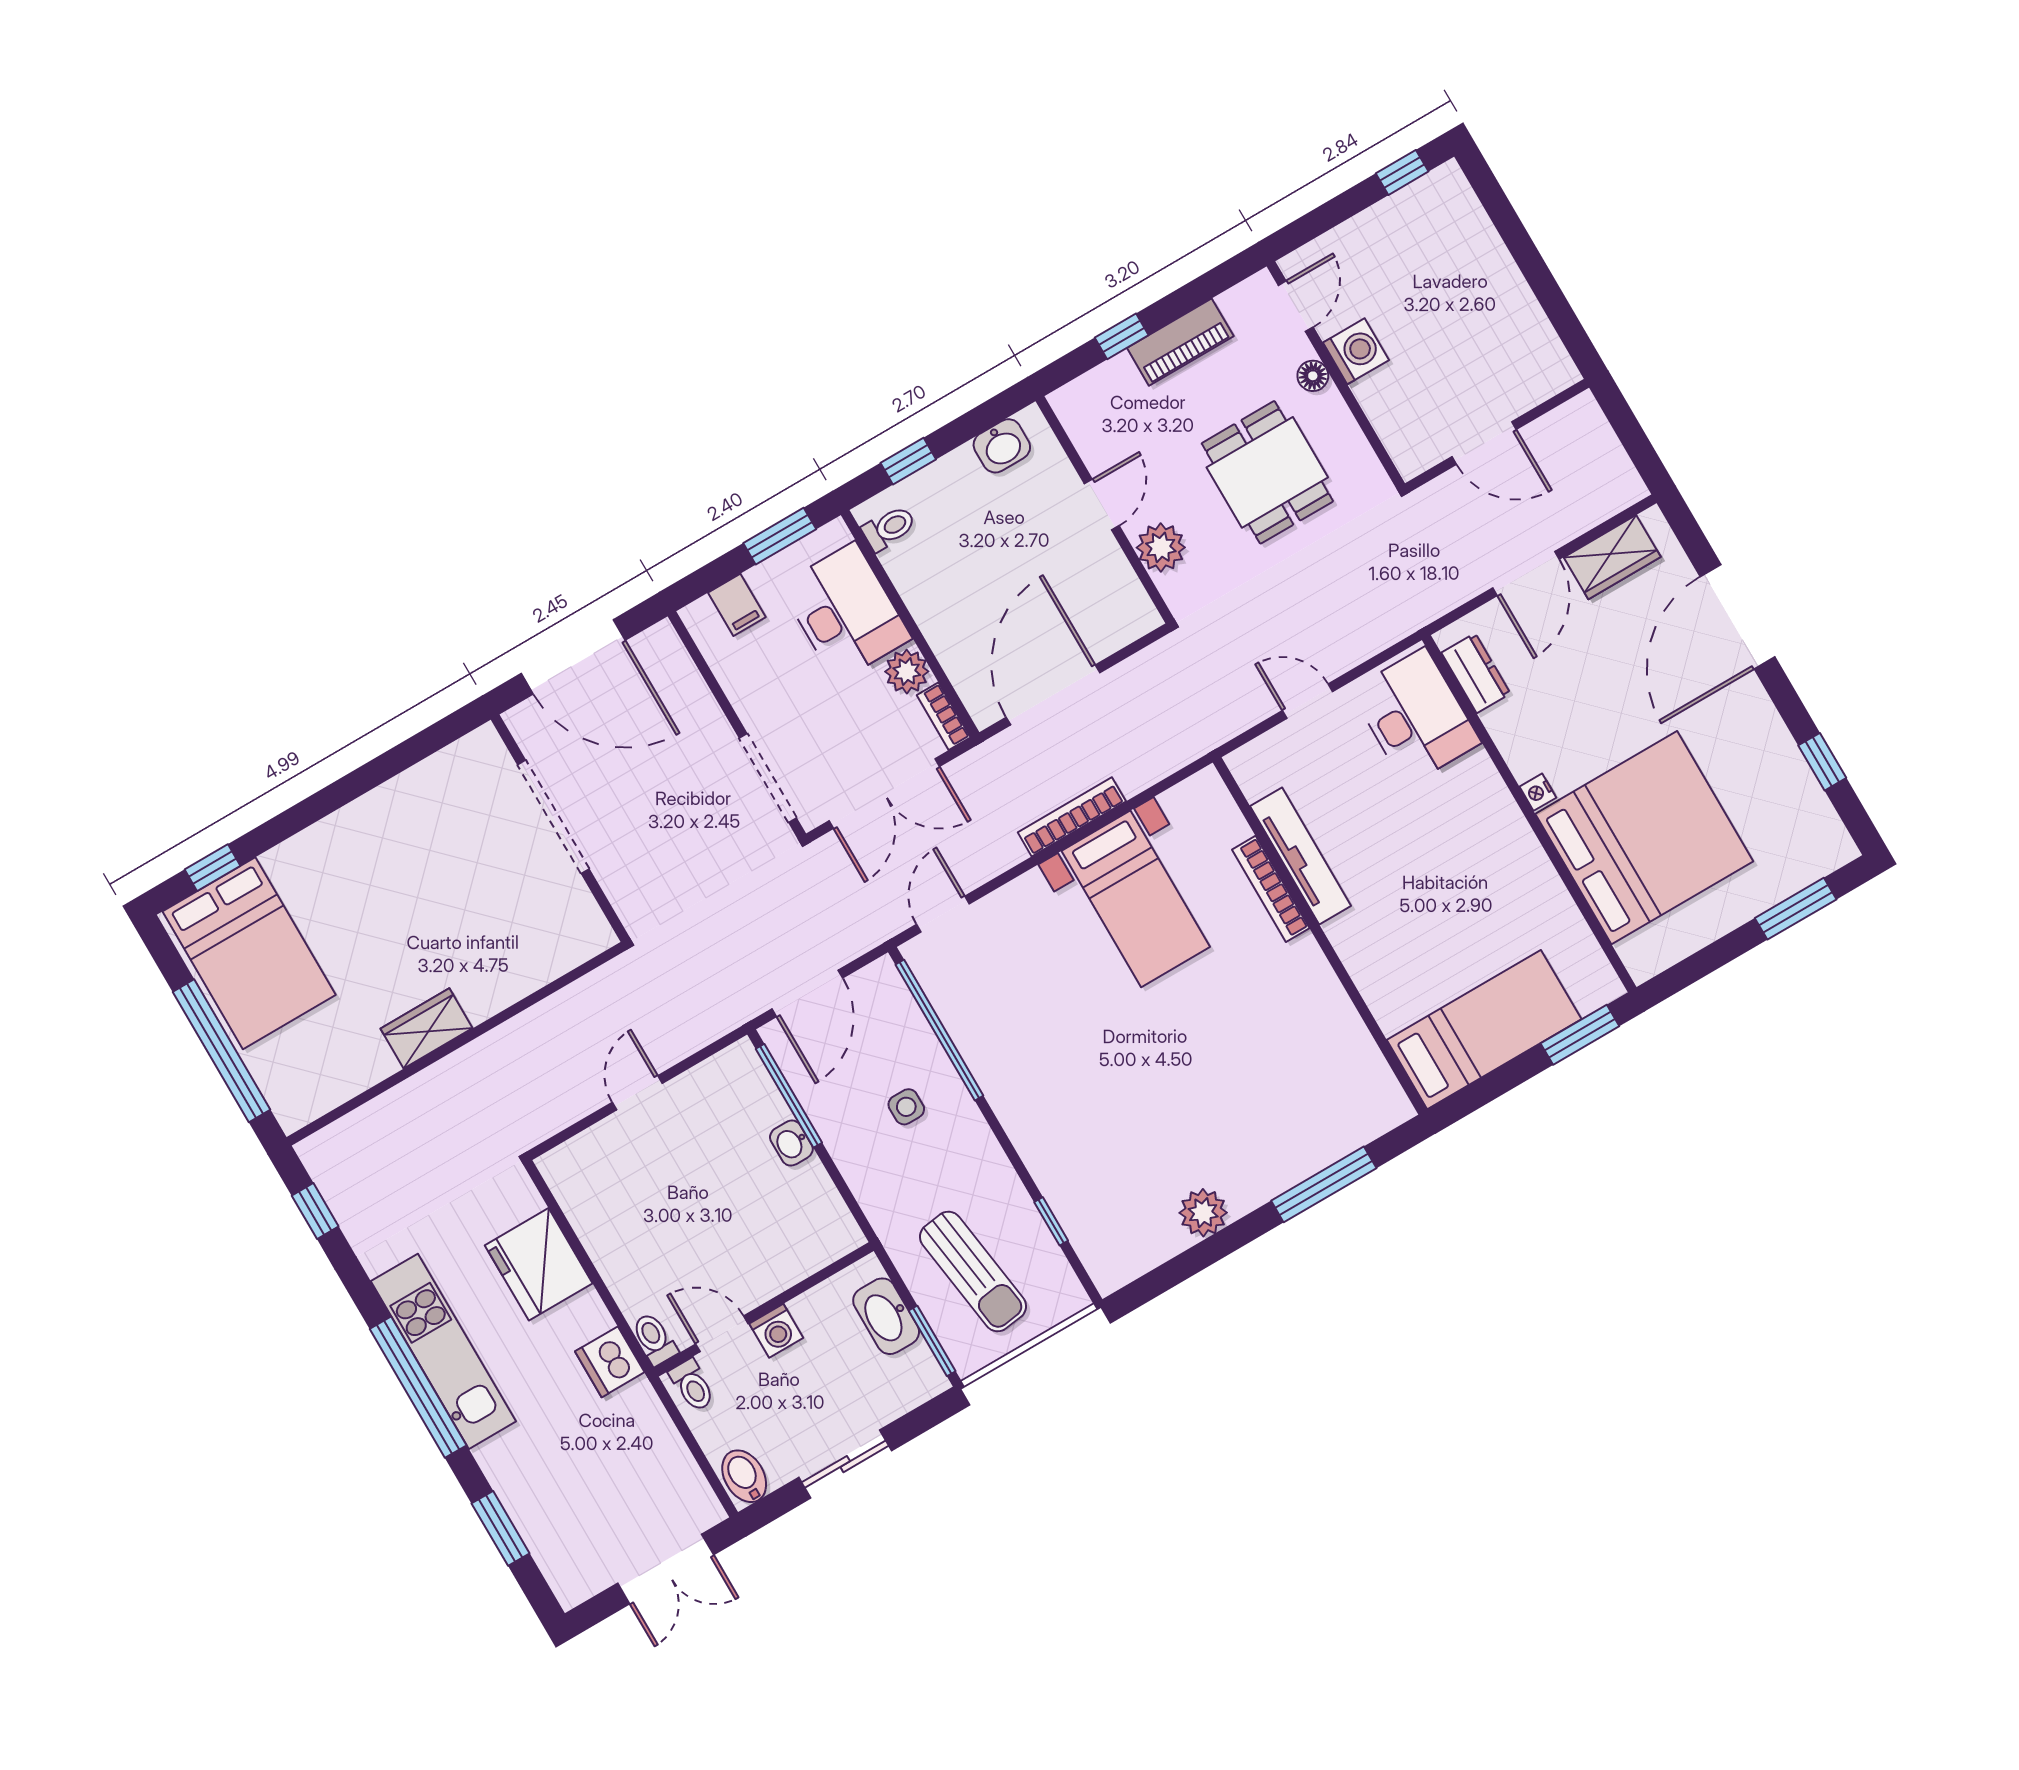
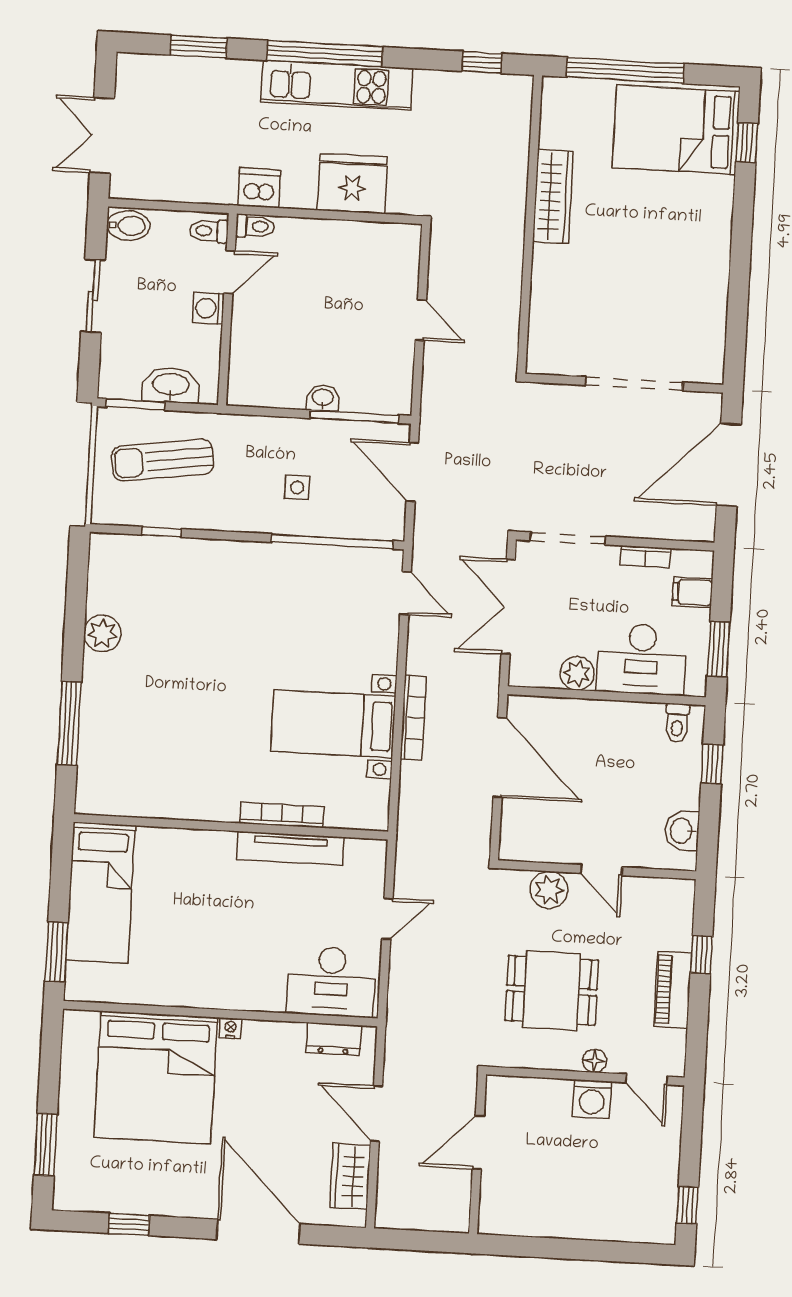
bookcase: (944, 716) -> (645, 557), moved, turned 180
wardrobe: (427, 1028) -> (553, 197), width x1.50

